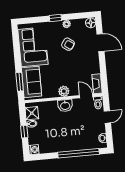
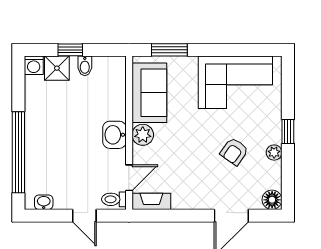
sofa: (31, 82) -> (149, 93), moved, turned -90
shower: (32, 113) -> (57, 68), moved

